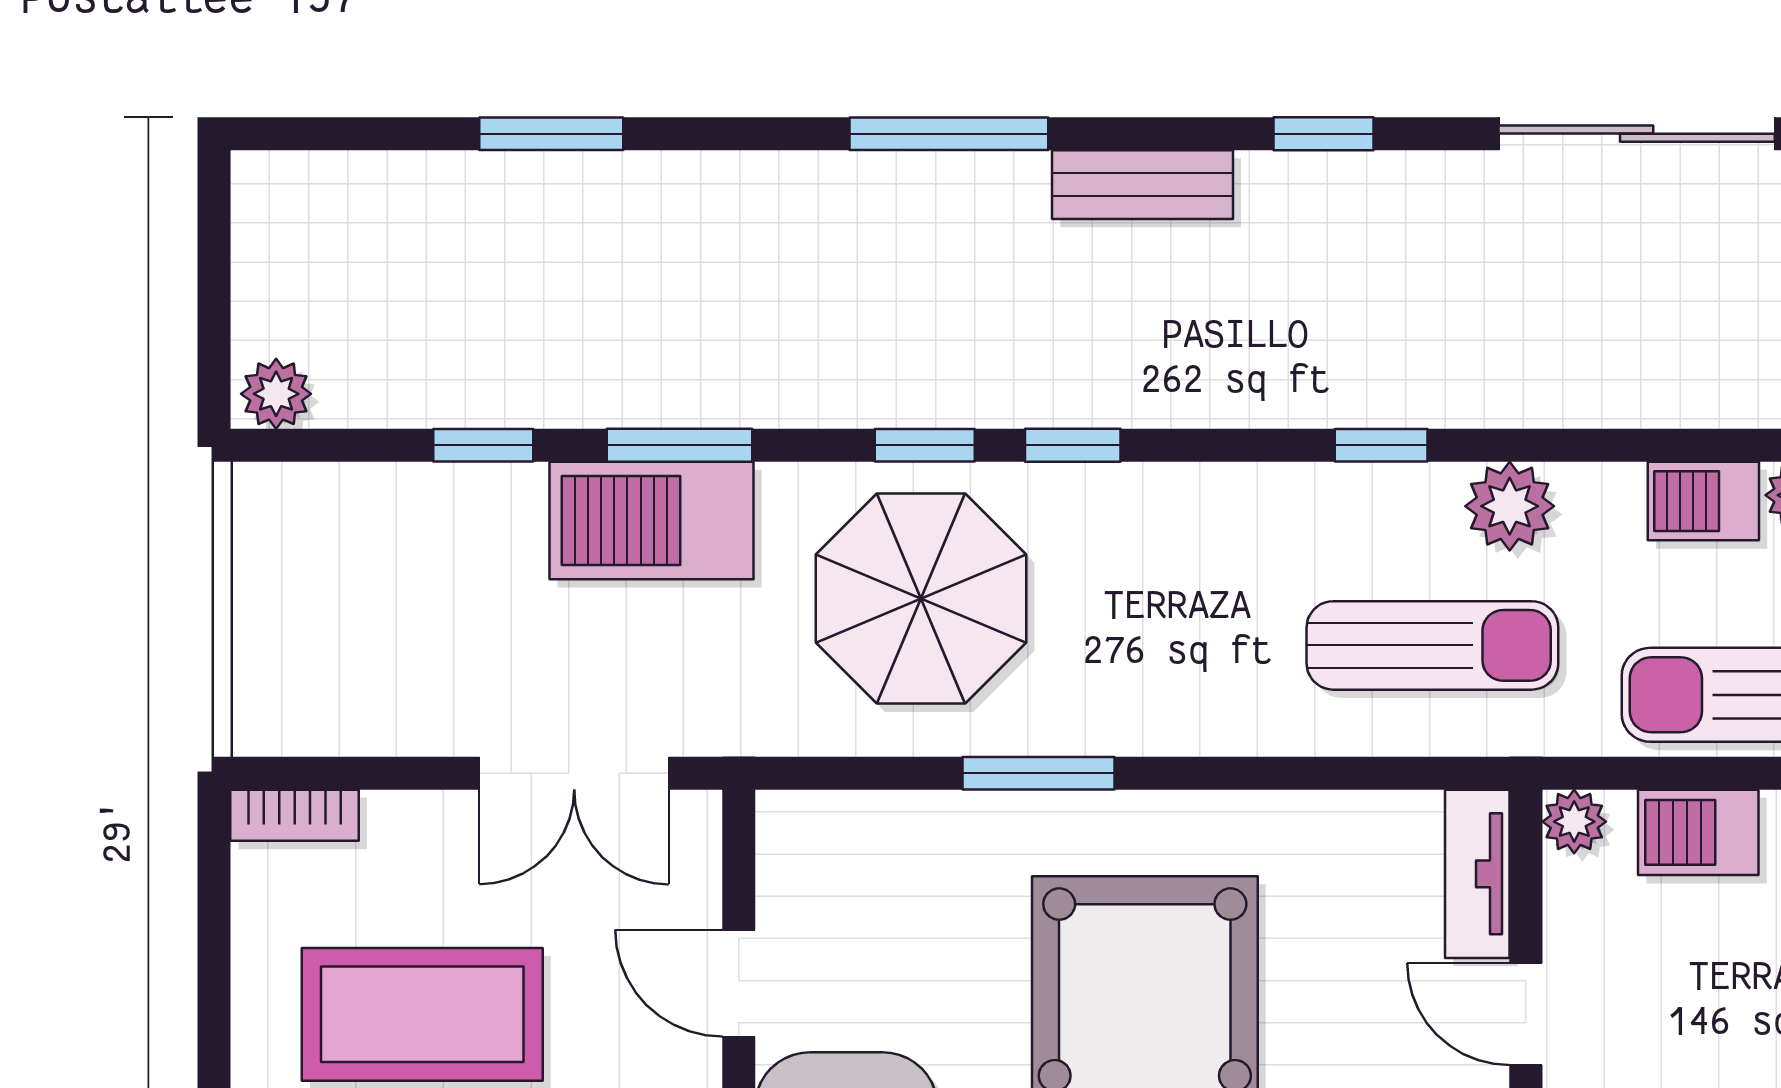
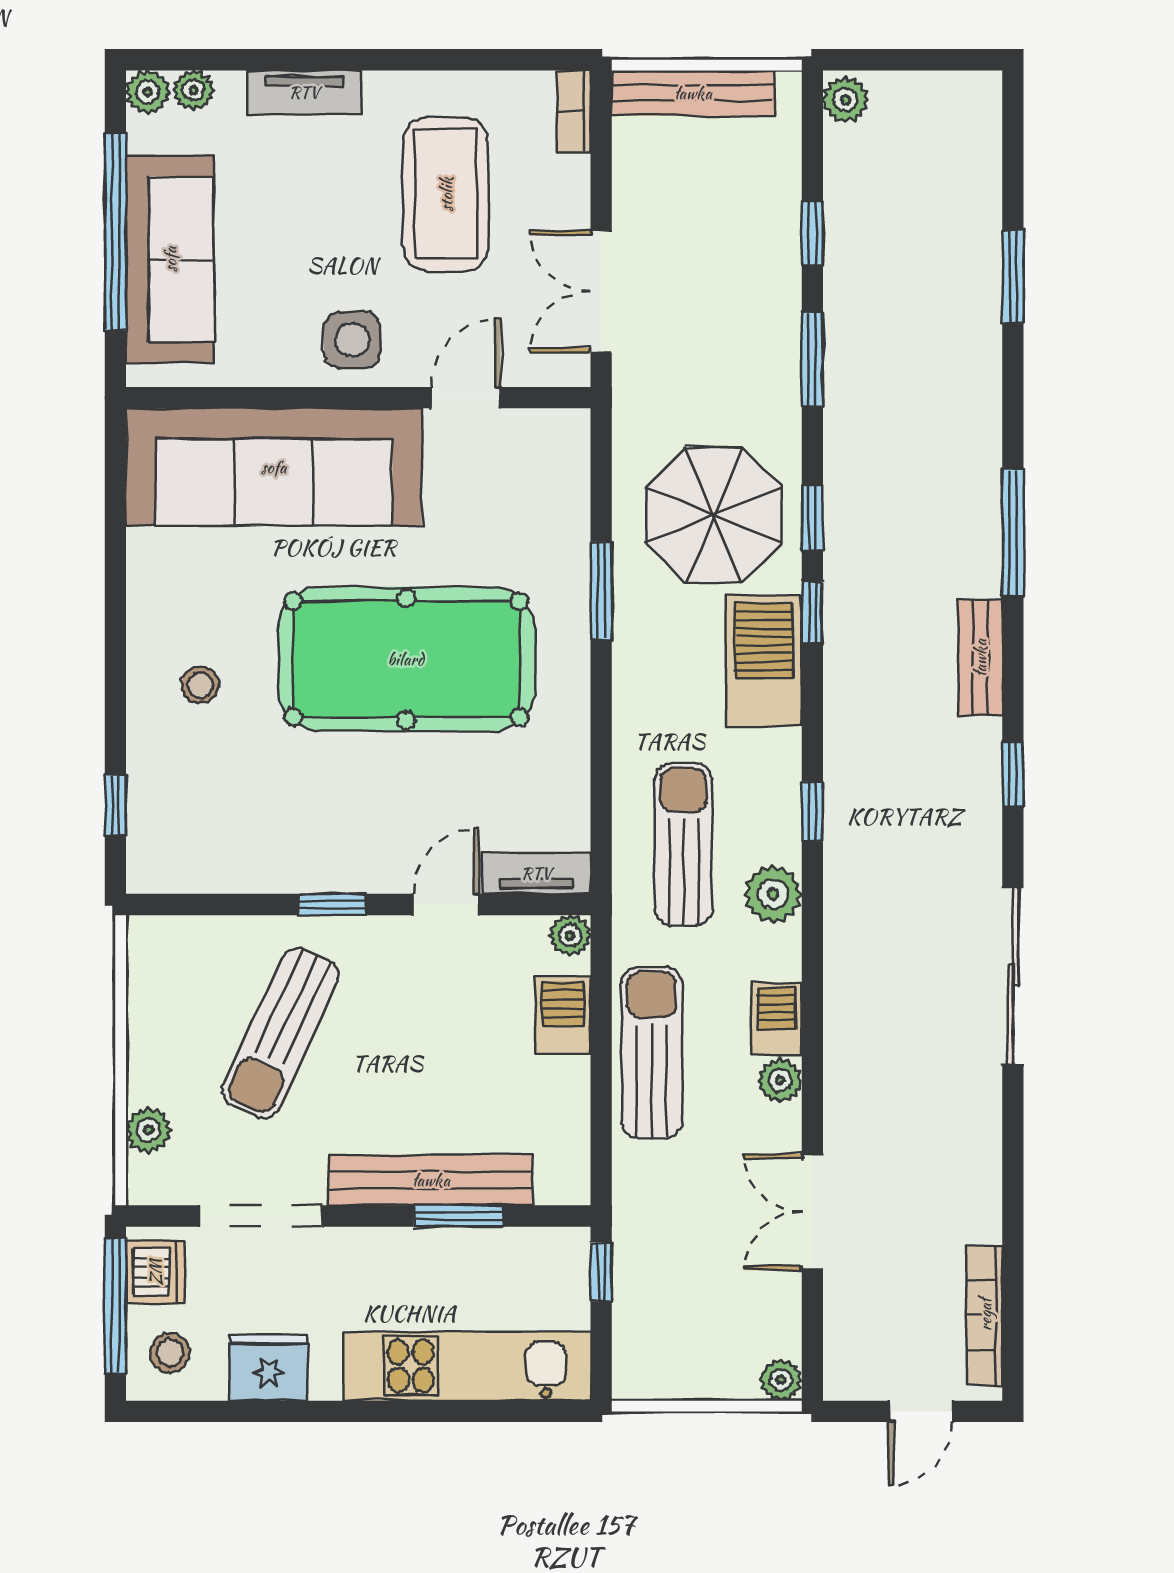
barbecue: (651, 520) -> (764, 661), moved
bench: (266, 631) -> (693, 93), added
sun lounger: (1432, 645) -> (683, 844), turned 180

